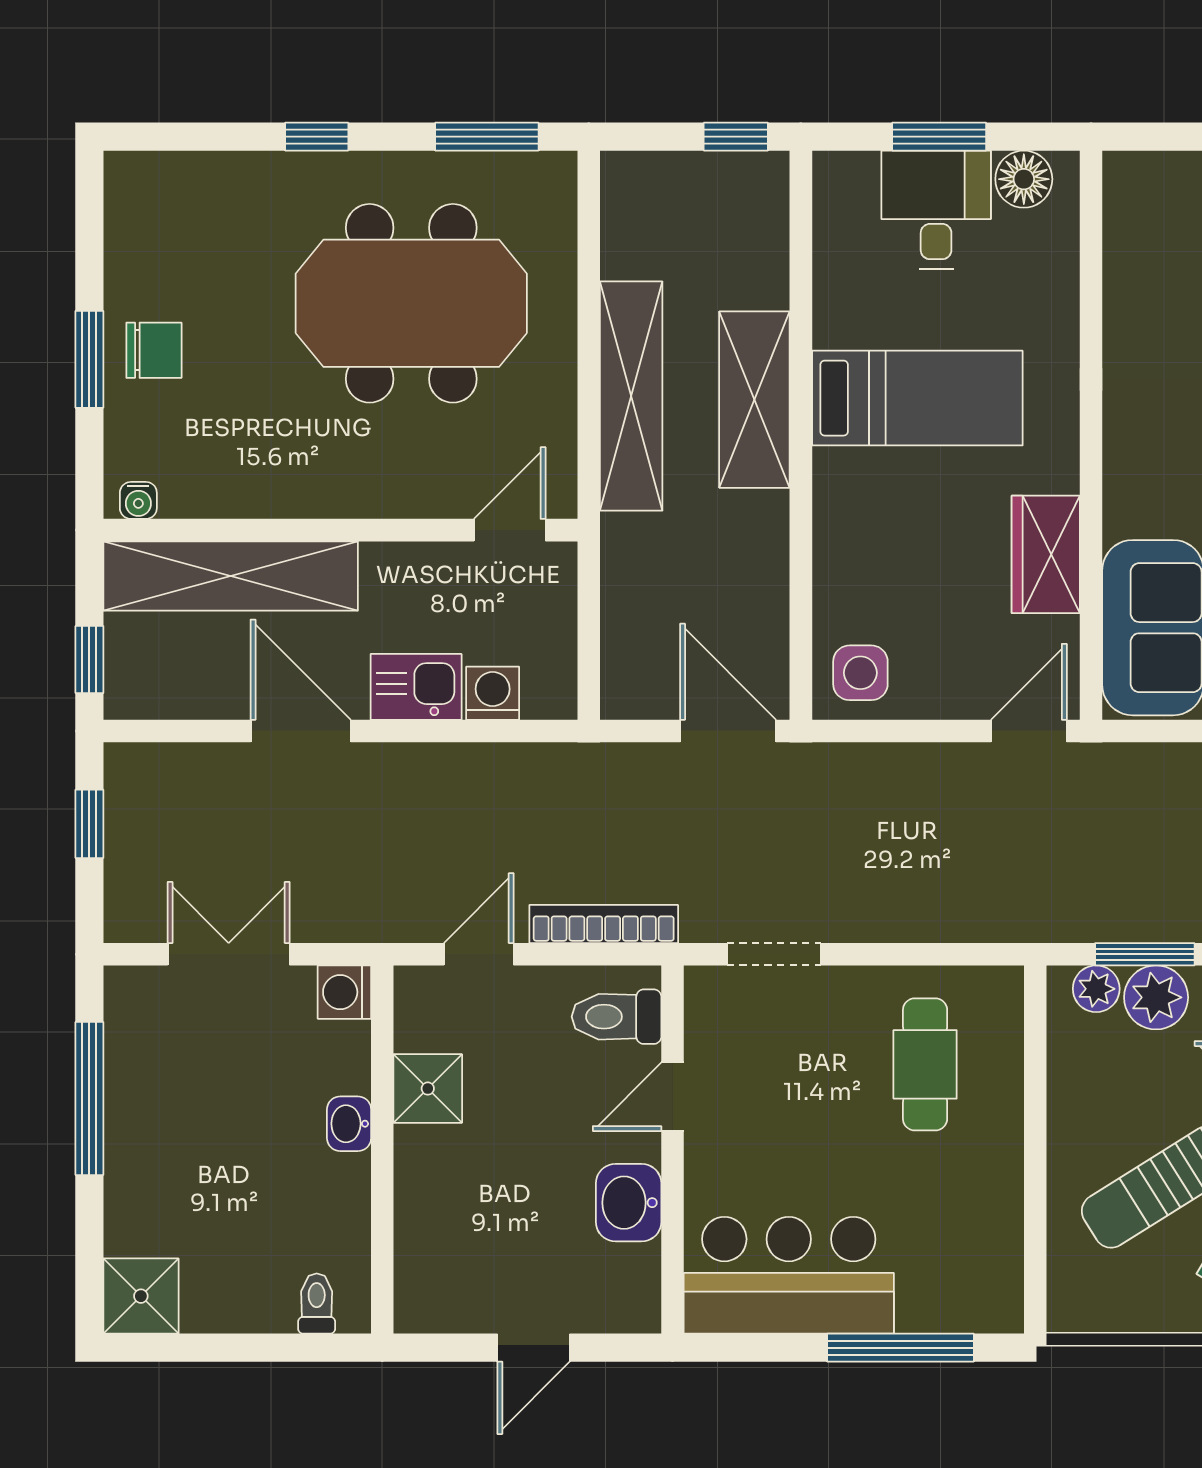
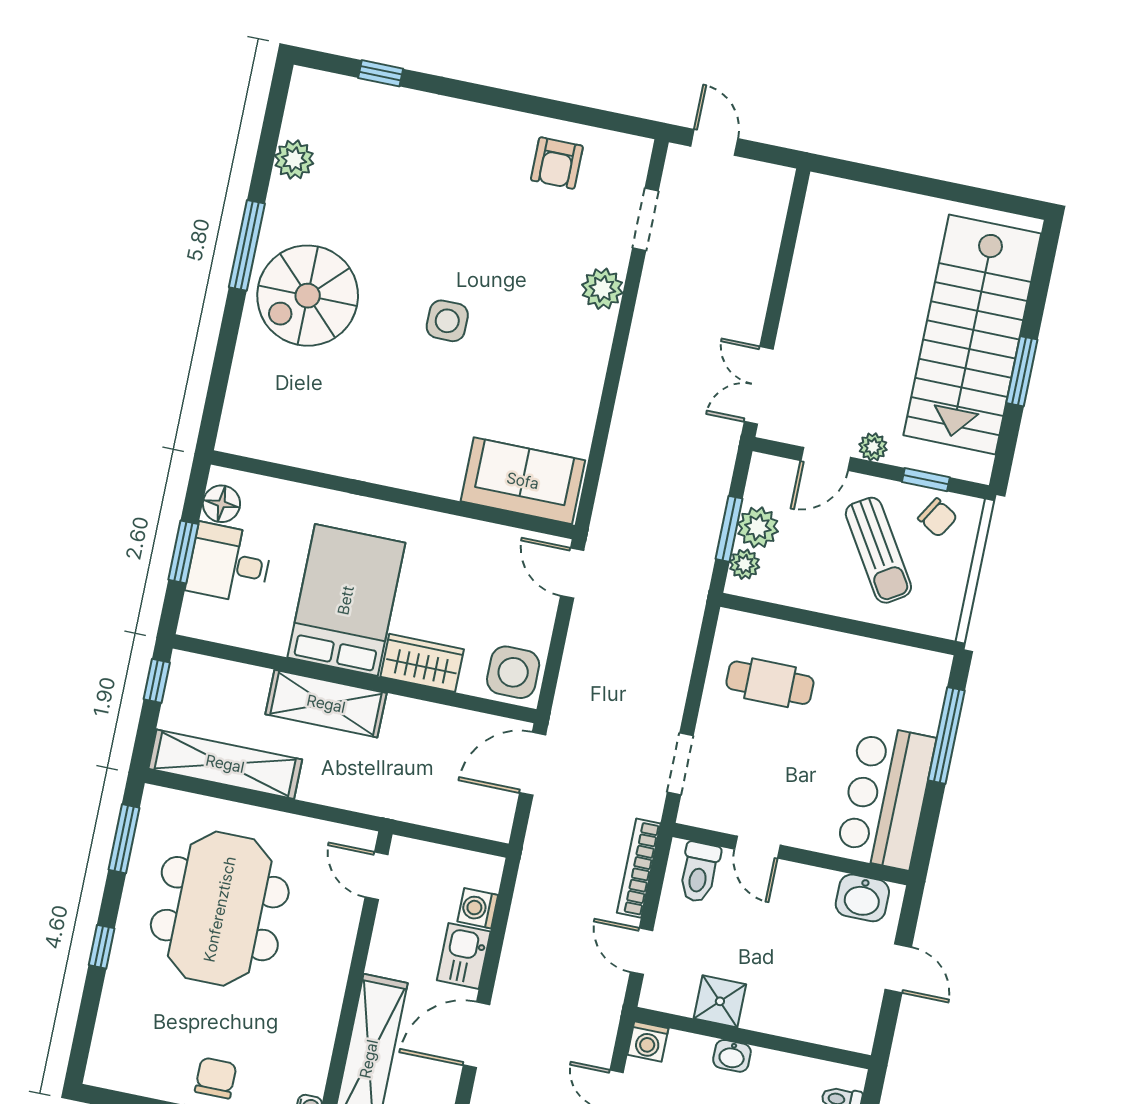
shelving: (631, 396) -> (225, 764), moved
bed: (917, 398) -> (346, 600), width x1.50
wardrobe: (1046, 554) -> (422, 663), moved, turned 180
side table: (860, 673) -> (513, 672), width x1.37, depth x1.37
washbasin: (629, 1203) -> (862, 898), moved

